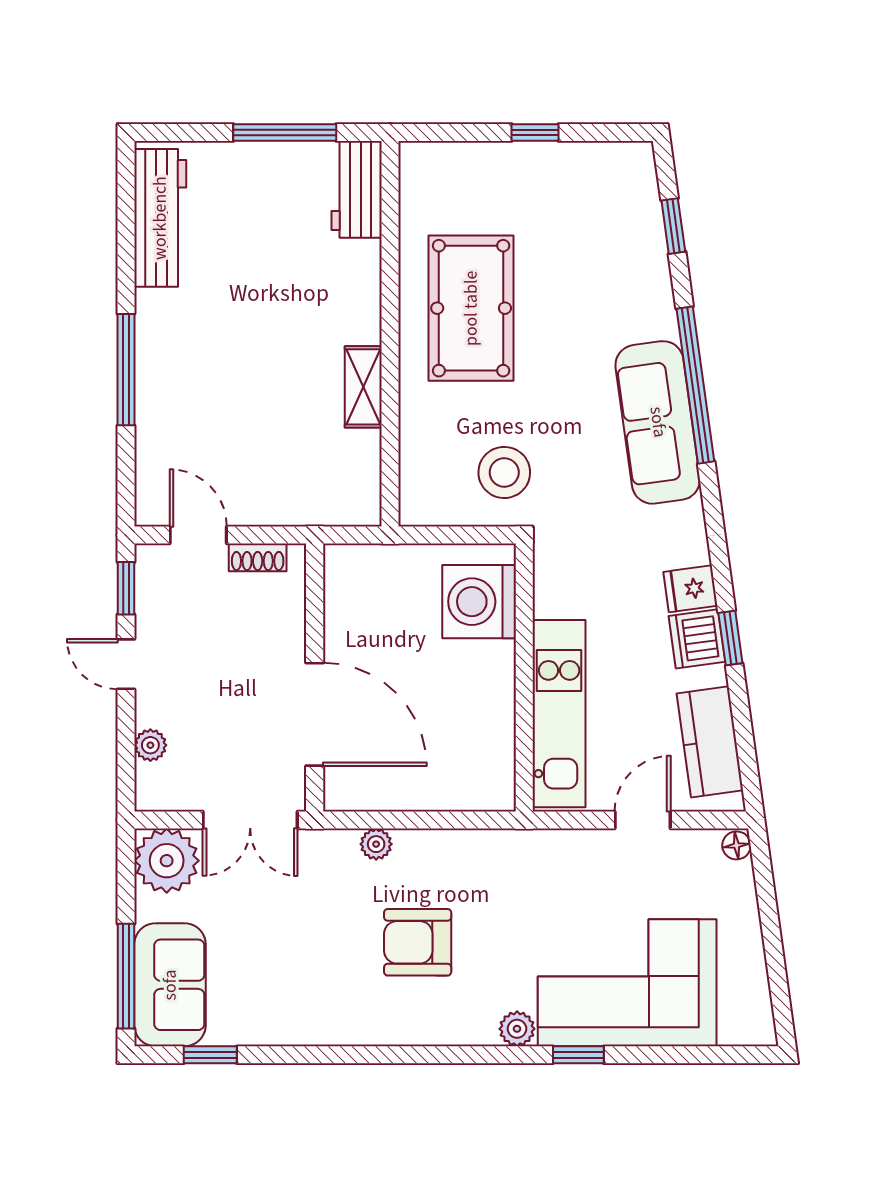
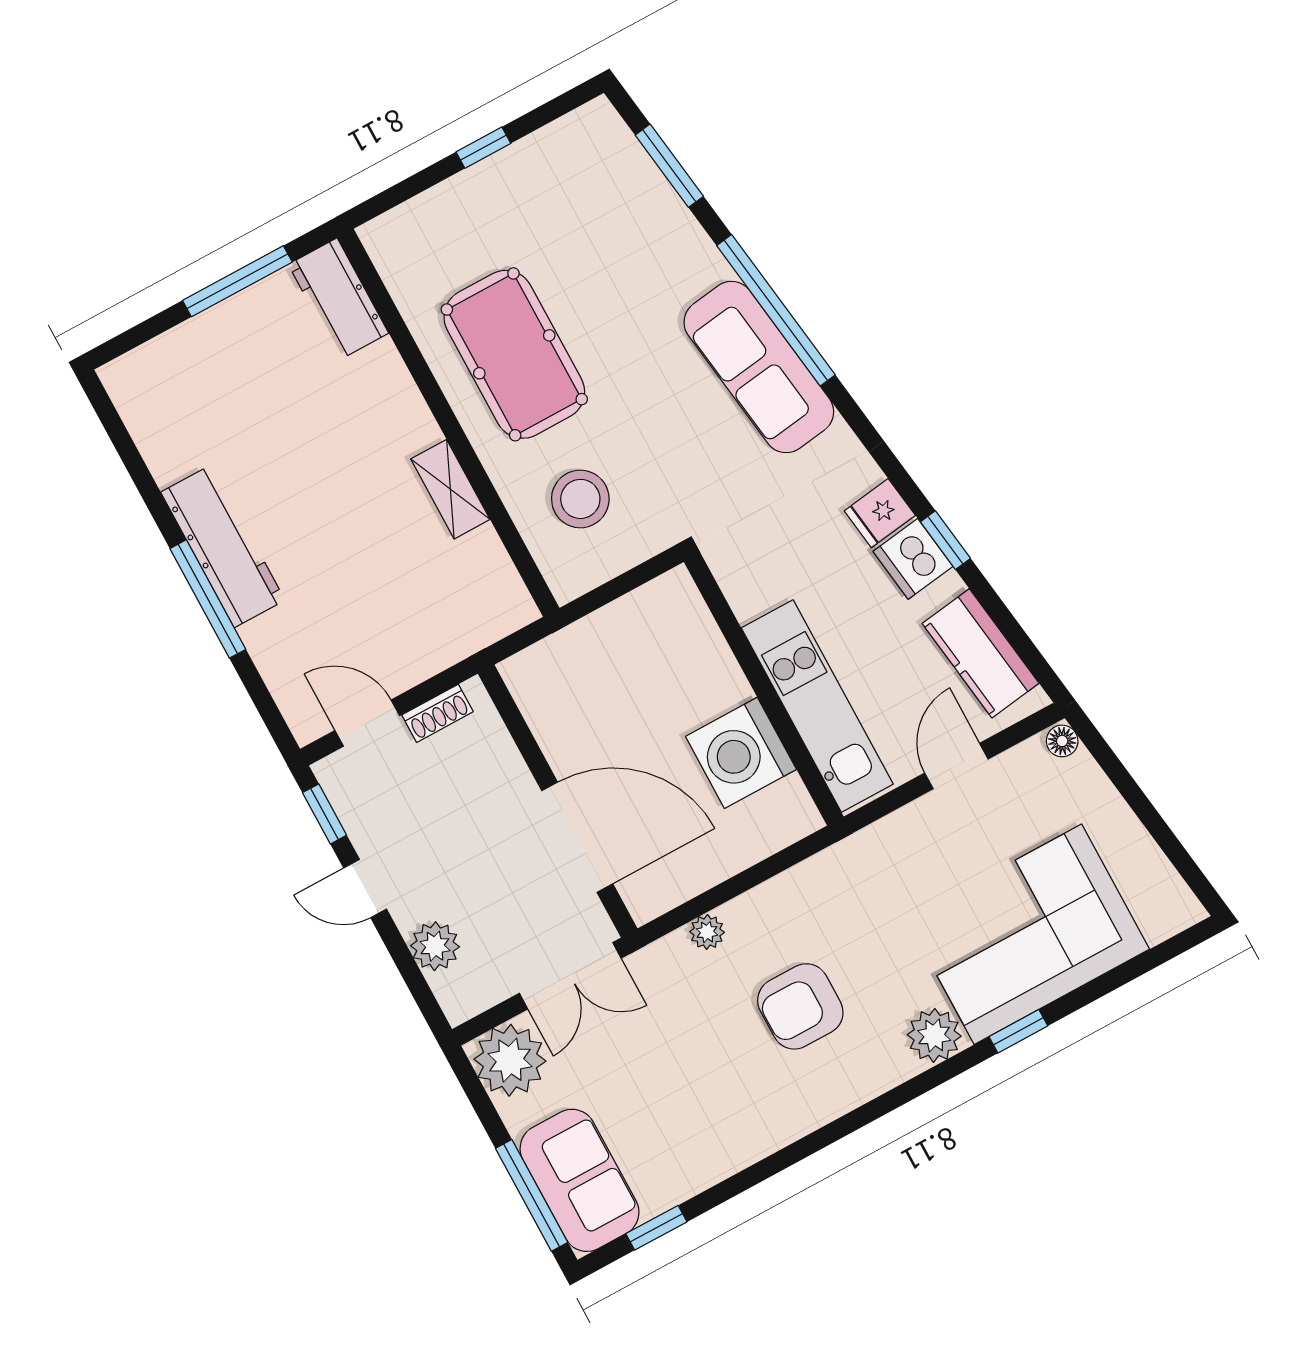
workbench: (160, 218) -> (223, 546), moved
window: (673, 226) -> (669, 166), width x1.50
stool: (504, 472) -> (580, 499), moved
washing machine: (479, 602) -> (741, 753), moved
plant: (150, 745) -> (435, 946), width x1.38, depth x1.38
plant: (517, 1029) -> (934, 1035), width x1.38, depth x1.38

